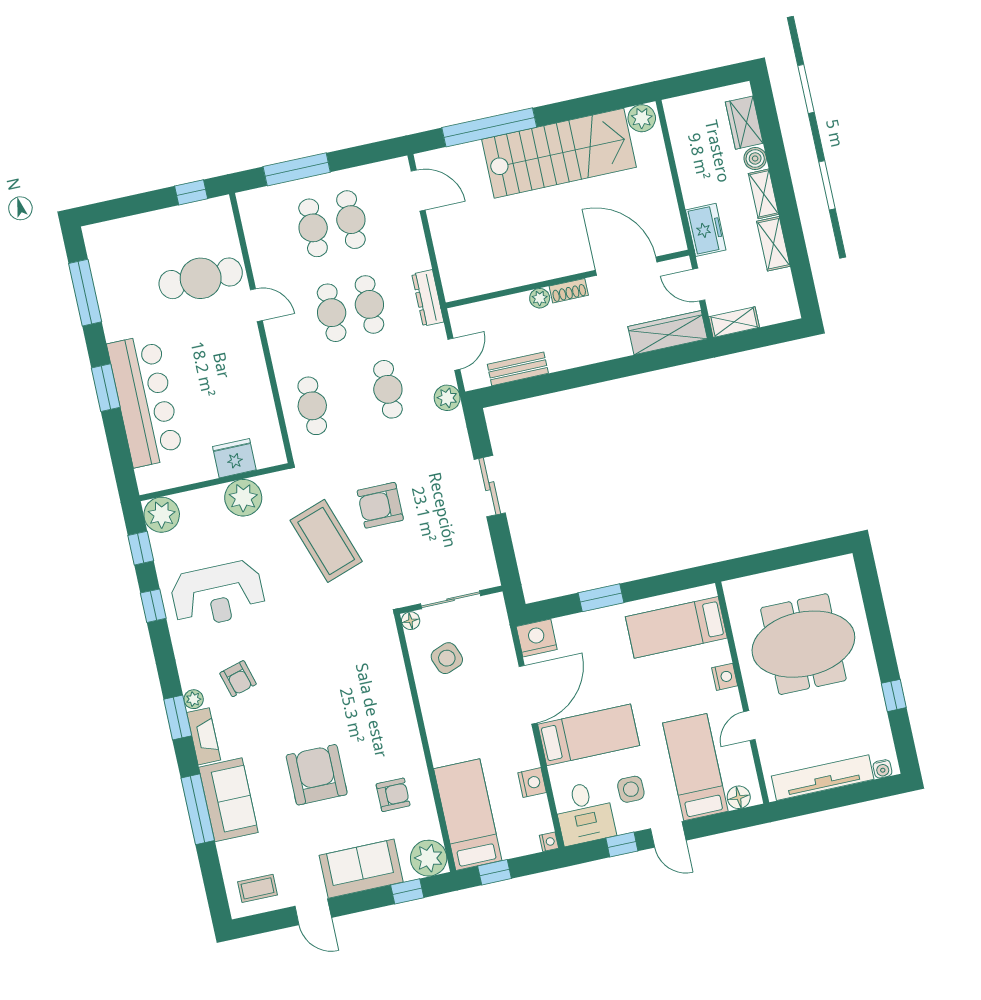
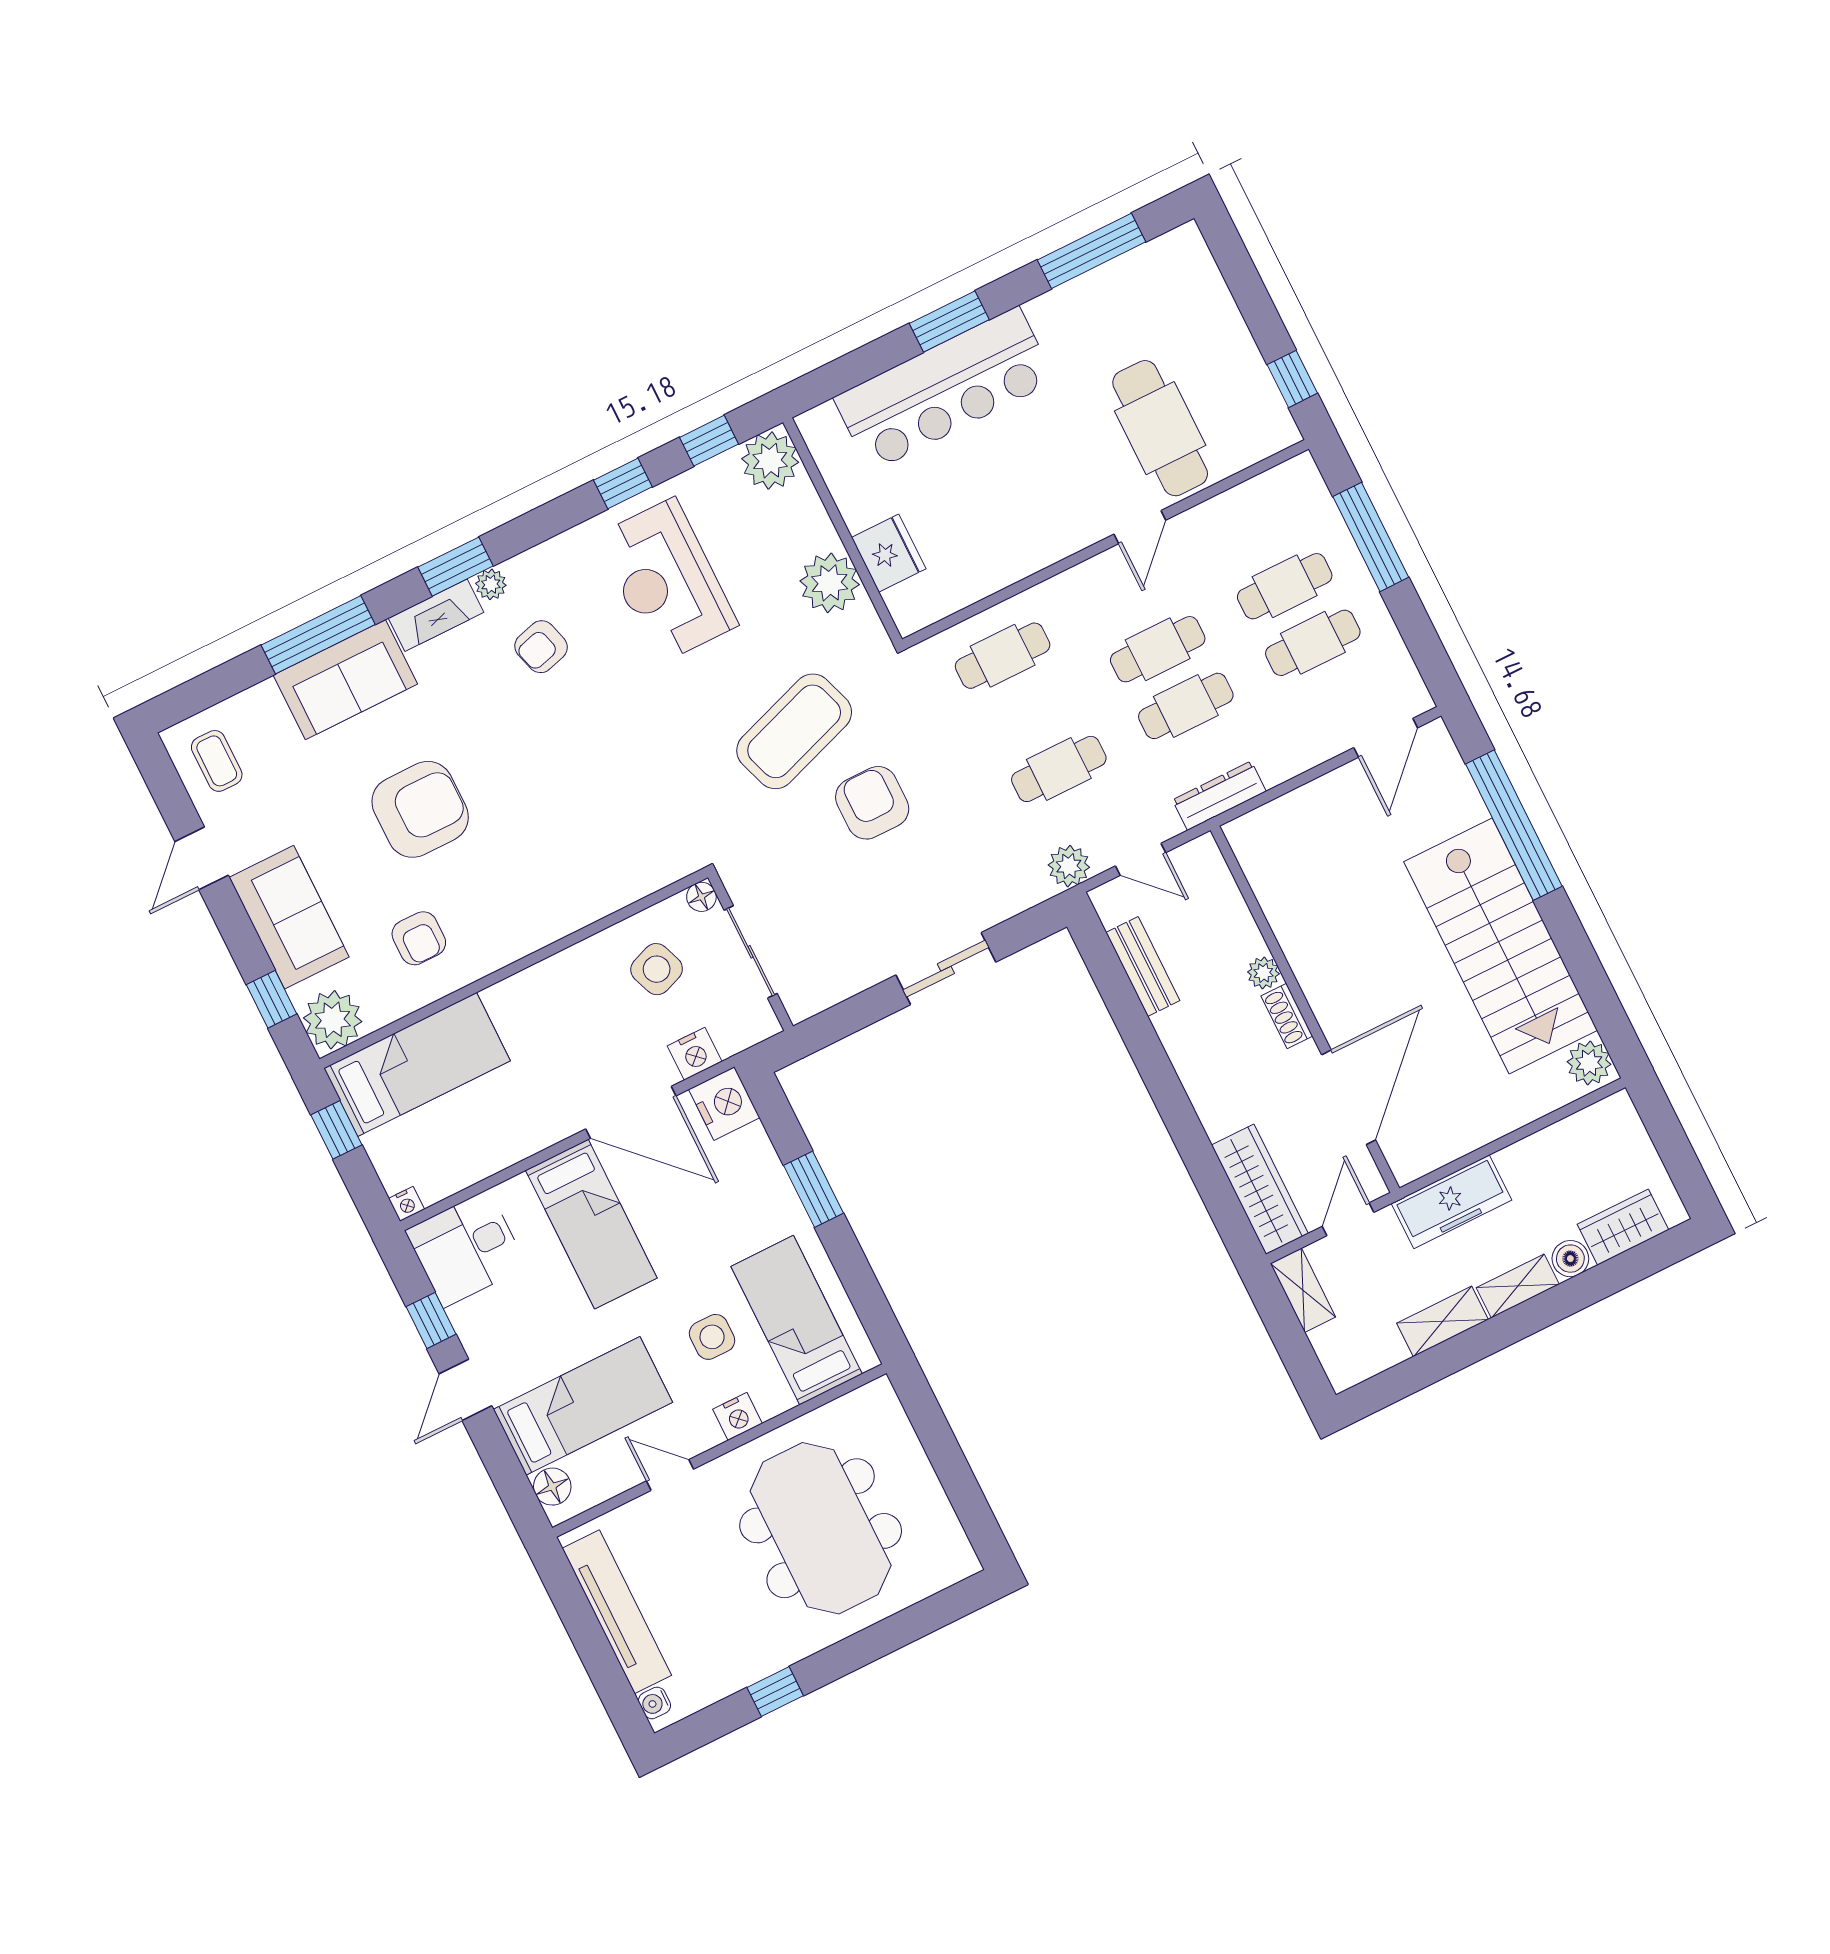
freezer: (706, 230) -> (1452, 1202), width x1.40
nightstand: (532, 783) -> (695, 1054), moved
side table: (631, 789) -> (712, 1337), moved

